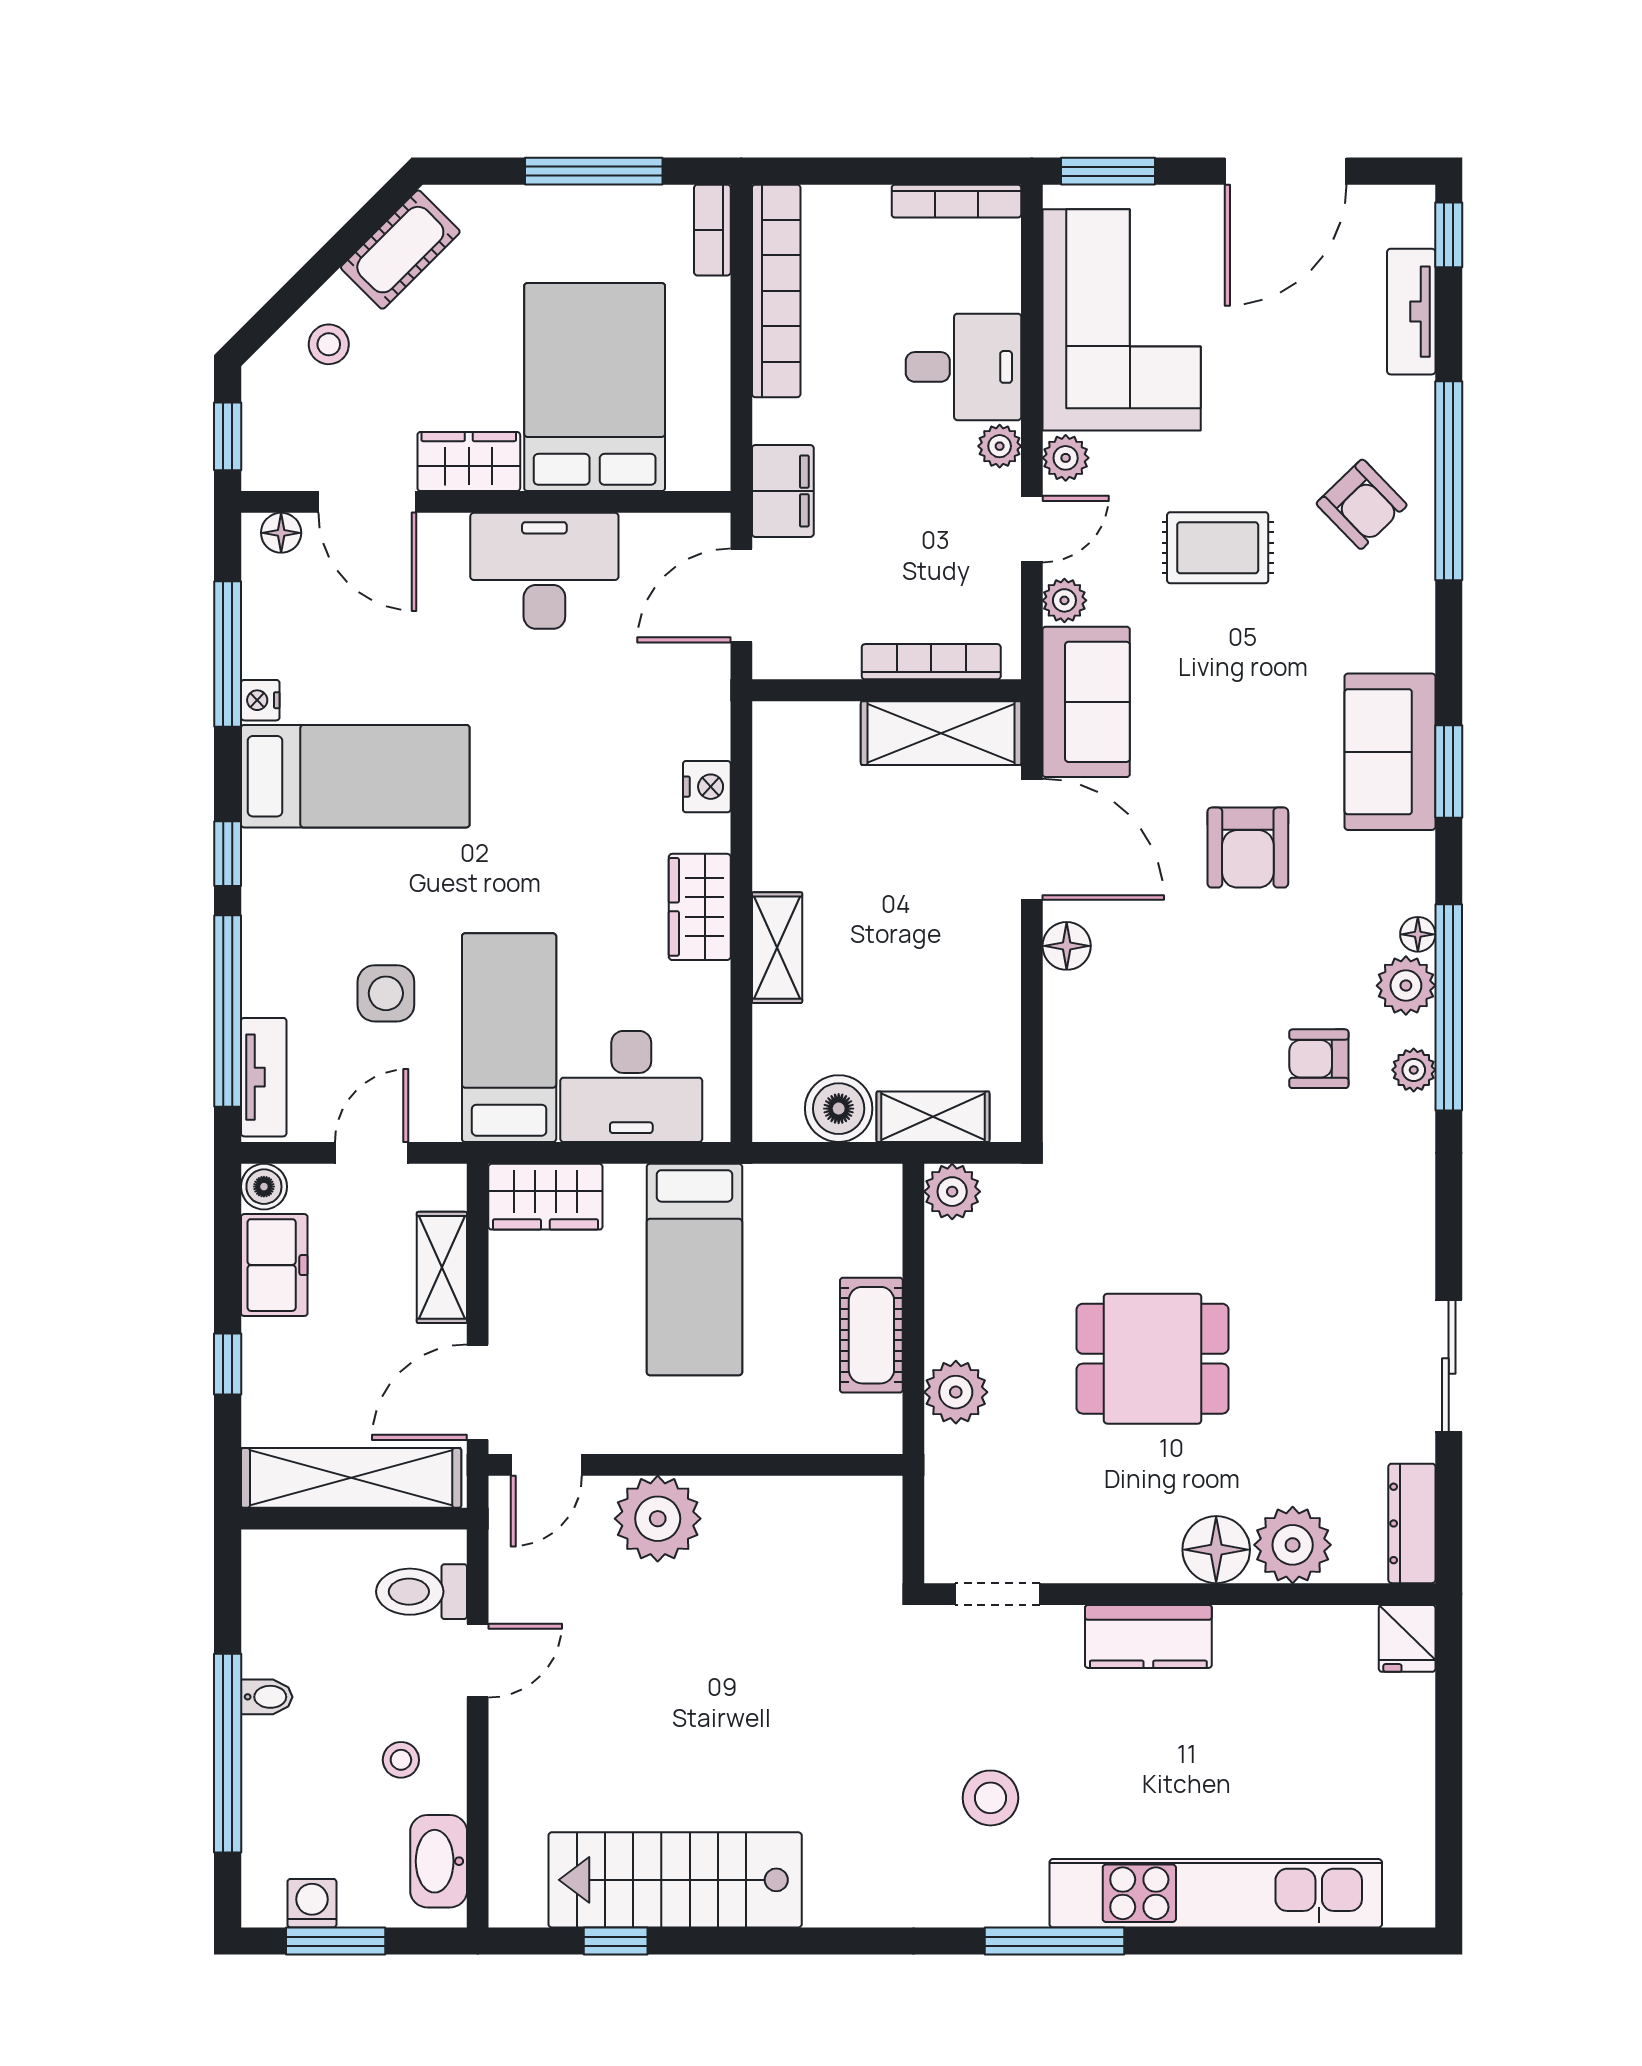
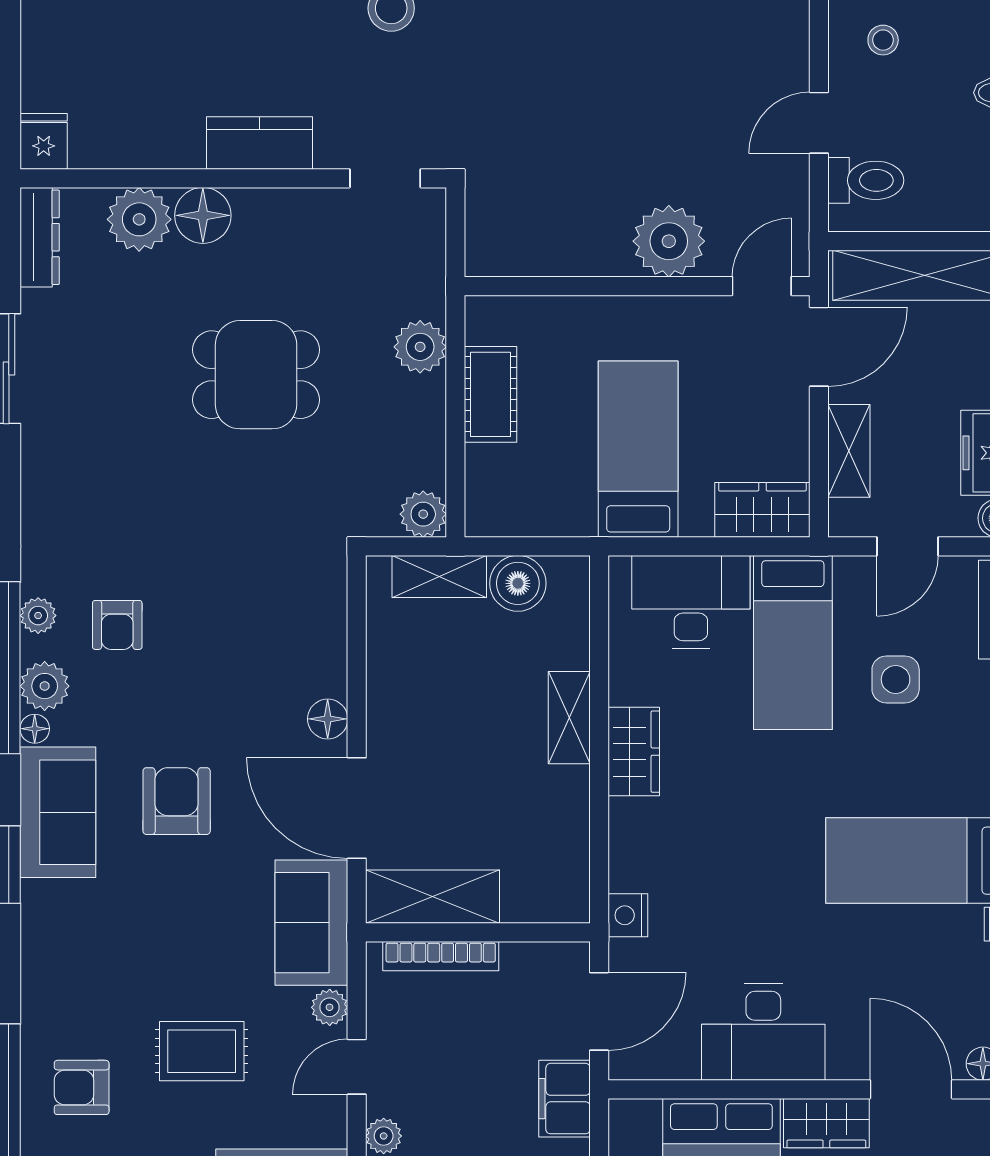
plant: (1066, 458) -> (329, 1126), removed
armchair: (1362, 504) -> (82, 1087), turned -46
sofa: (1390, 752) -> (58, 812), moved
nightstand: (707, 787) -> (628, 915), moved
armchair: (1319, 1059) -> (117, 625), turned 90

